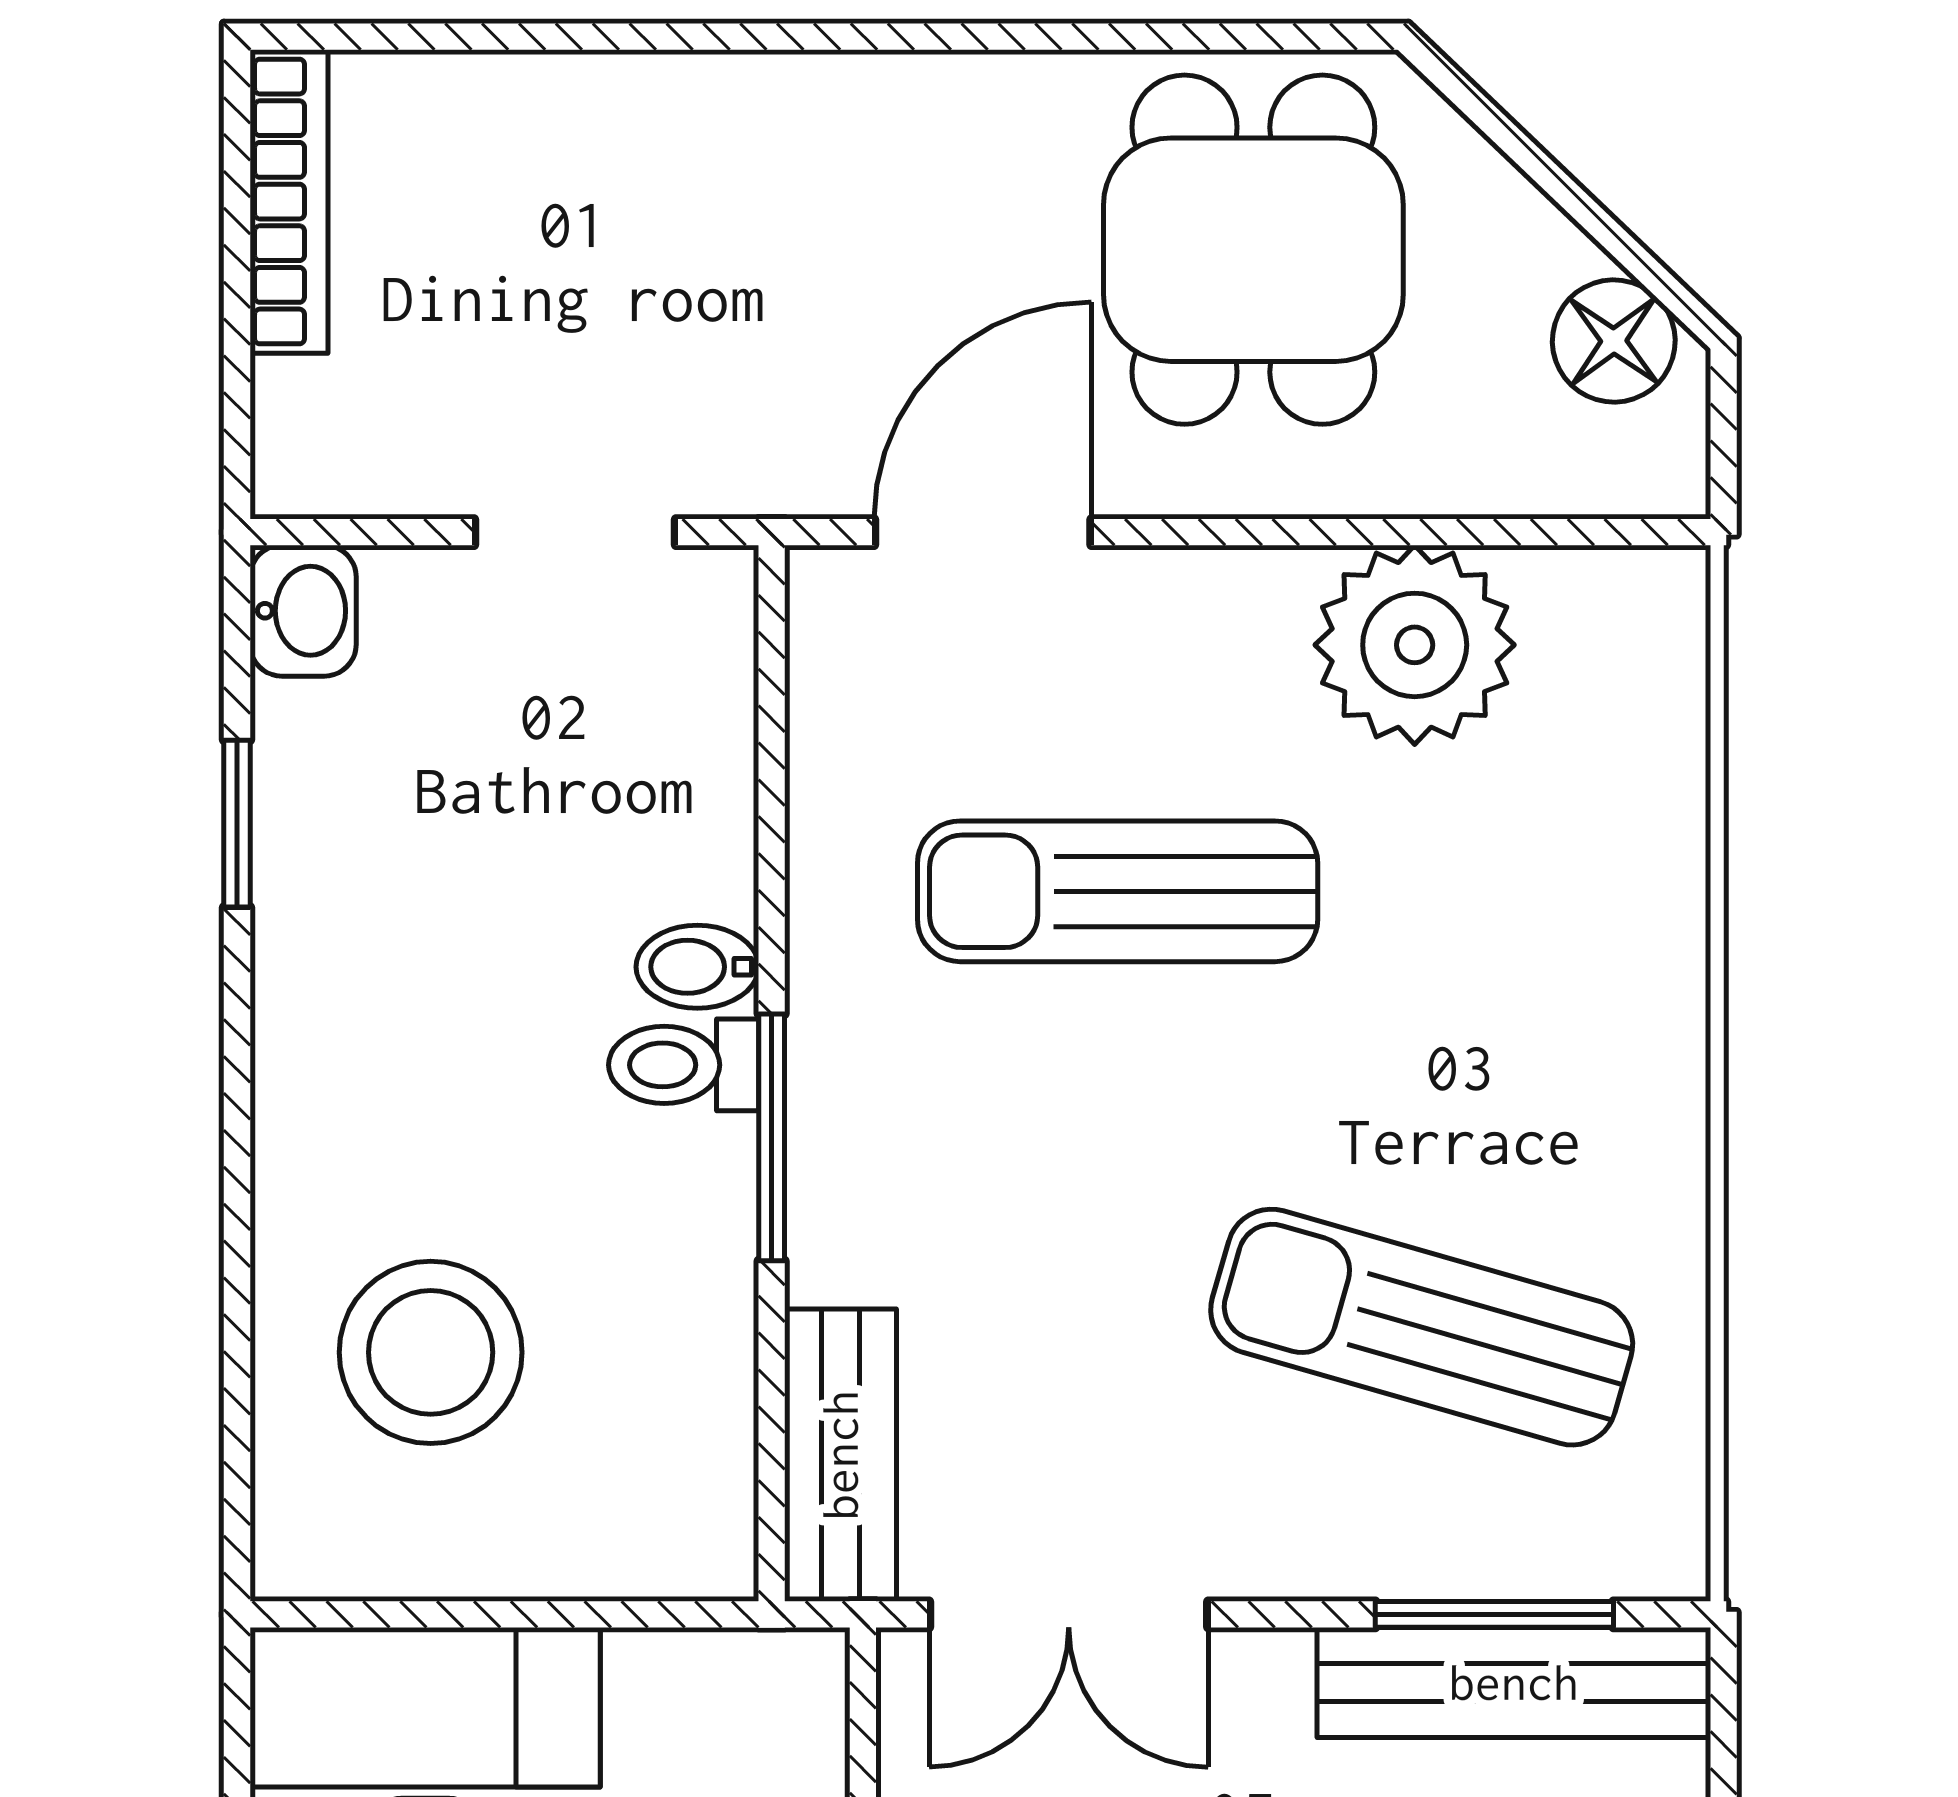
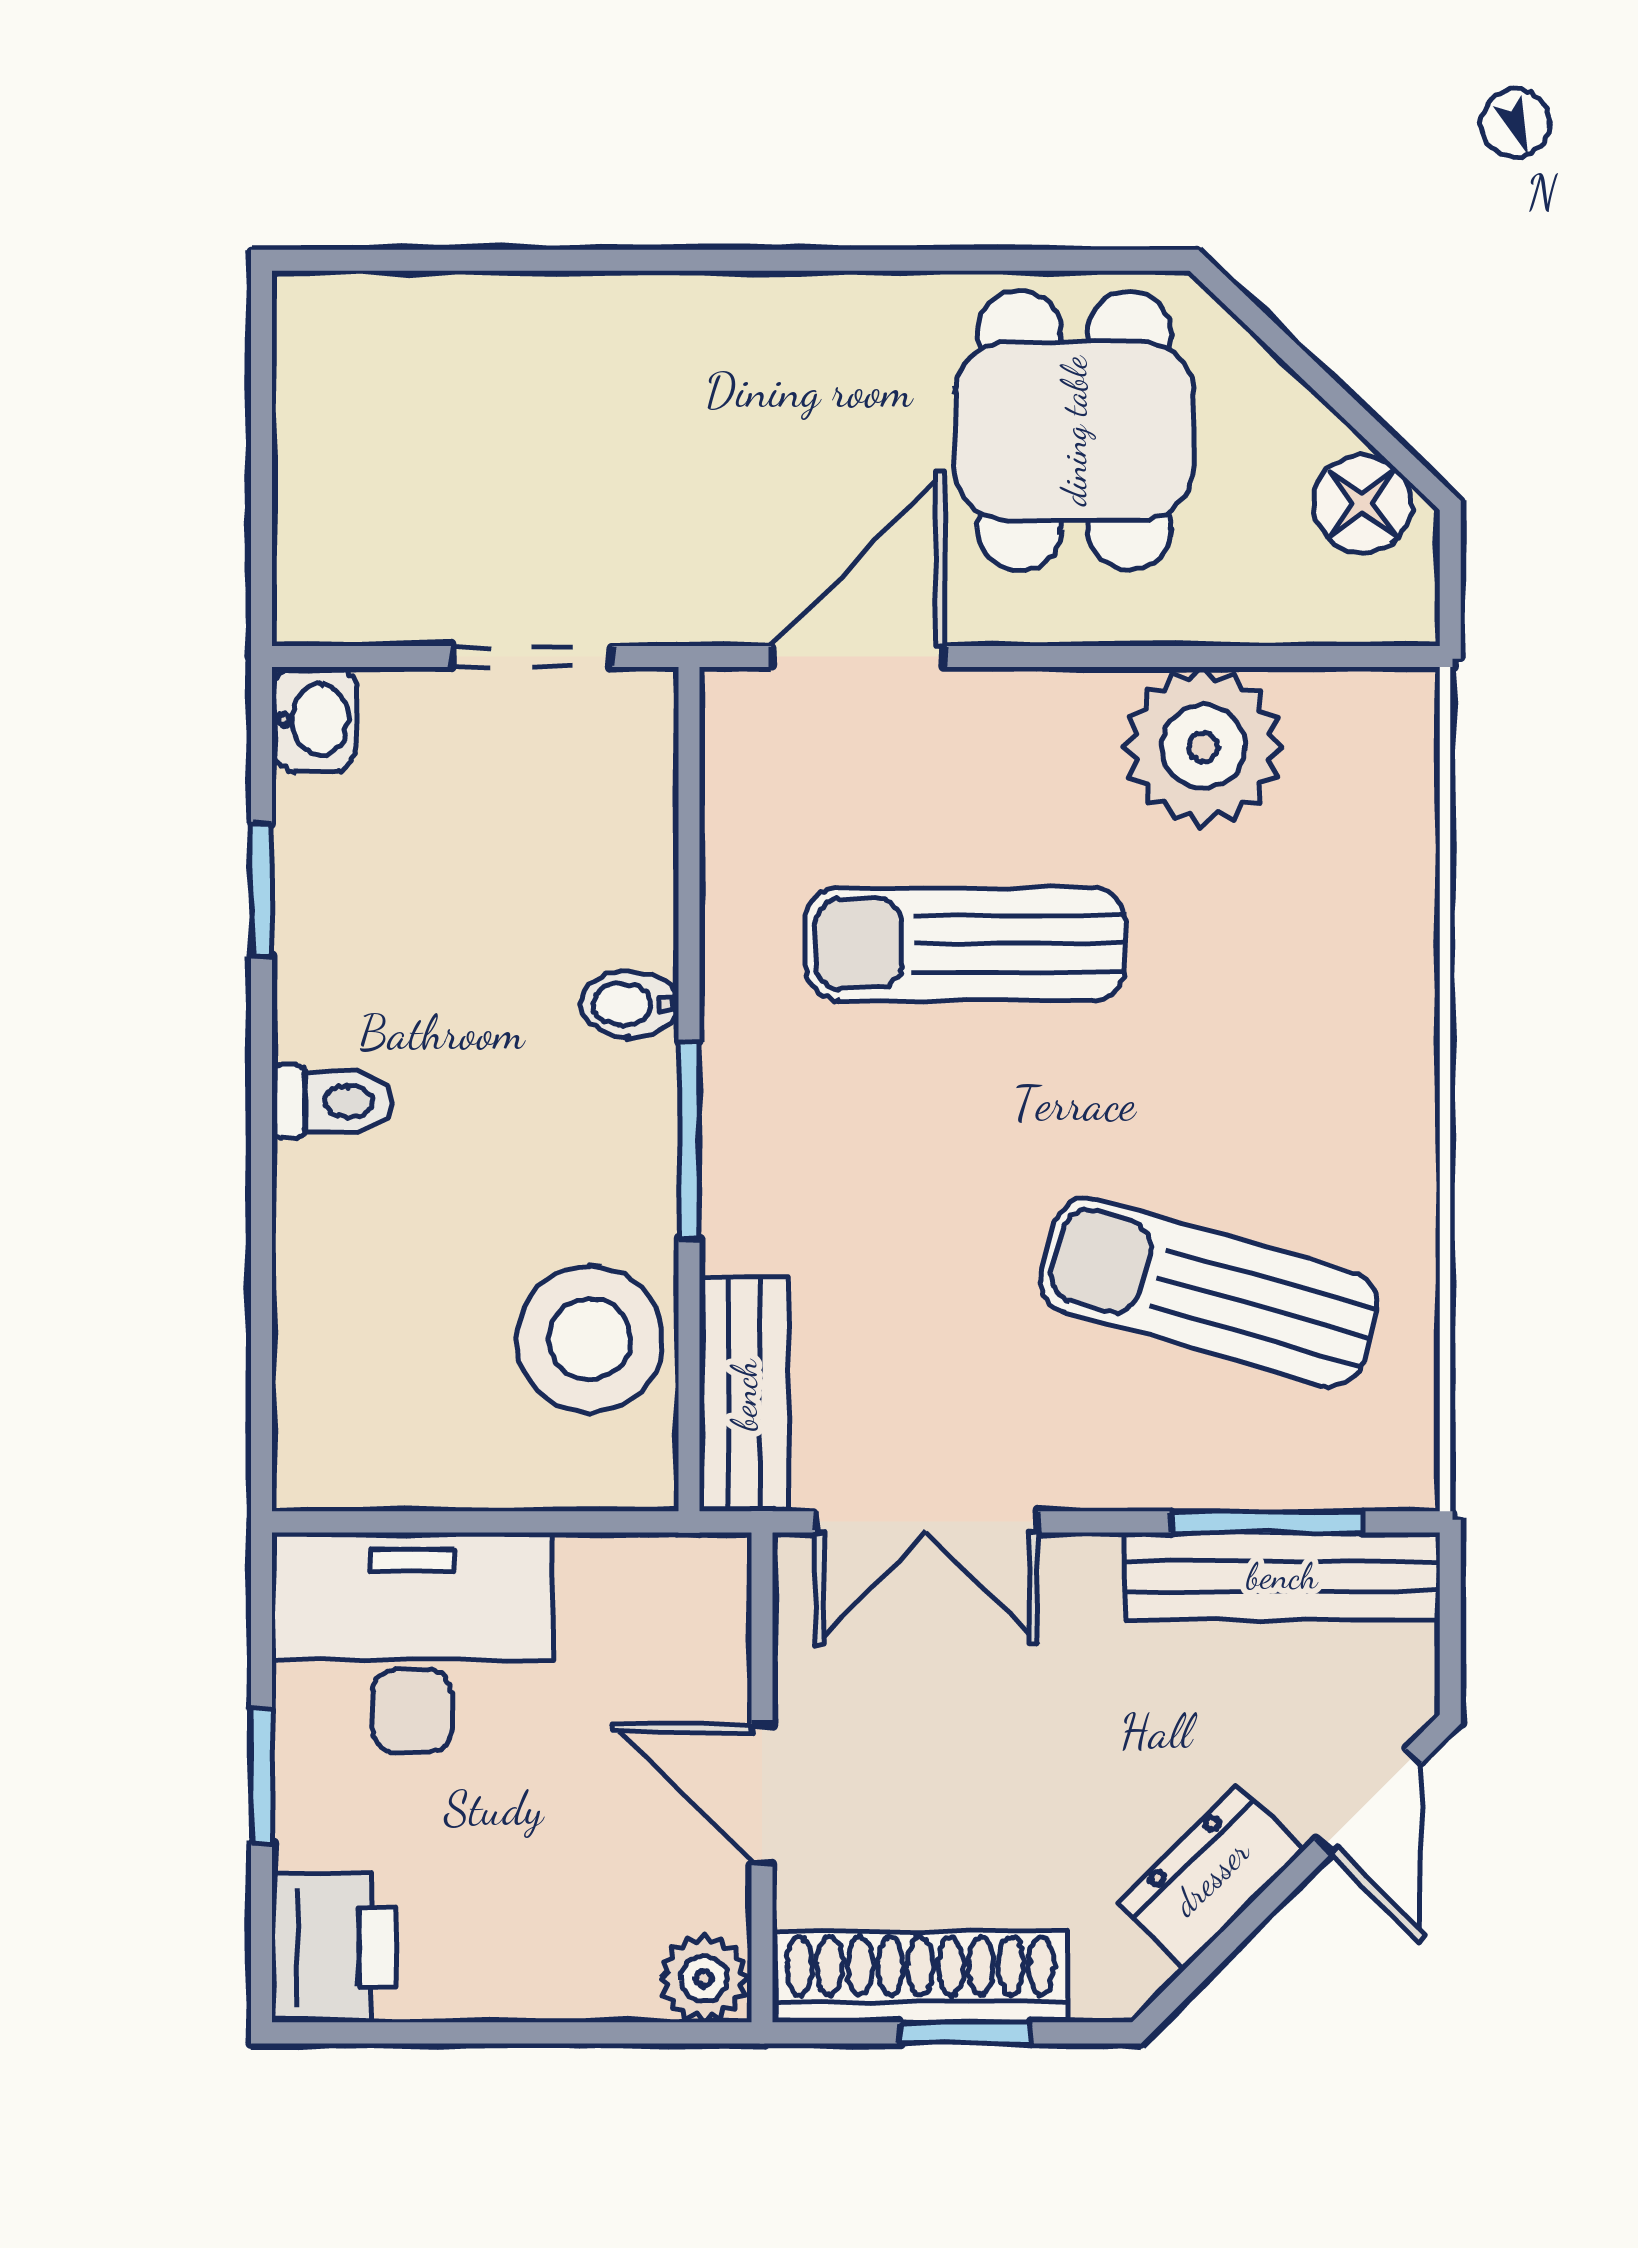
bookcase: (289, 202) -> (303, 392), removed
toilet: (684, 1065) -> (332, 1101), moved, turned 180
stool: (431, 1352) -> (590, 1339), moved

